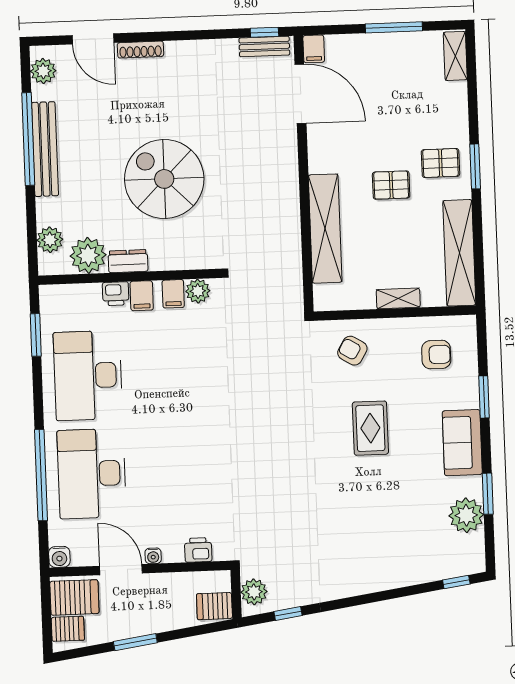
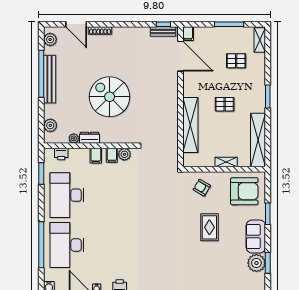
pallet: (440, 163) -> (236, 61), moved
plant: (88, 255) -> (74, 138), width x0.53, depth x0.53
printer: (116, 294) -> (61, 154), moved
armchair: (436, 355) -> (244, 191), width x1.88, depth x1.88
plant: (466, 515) -> (256, 263), moved

